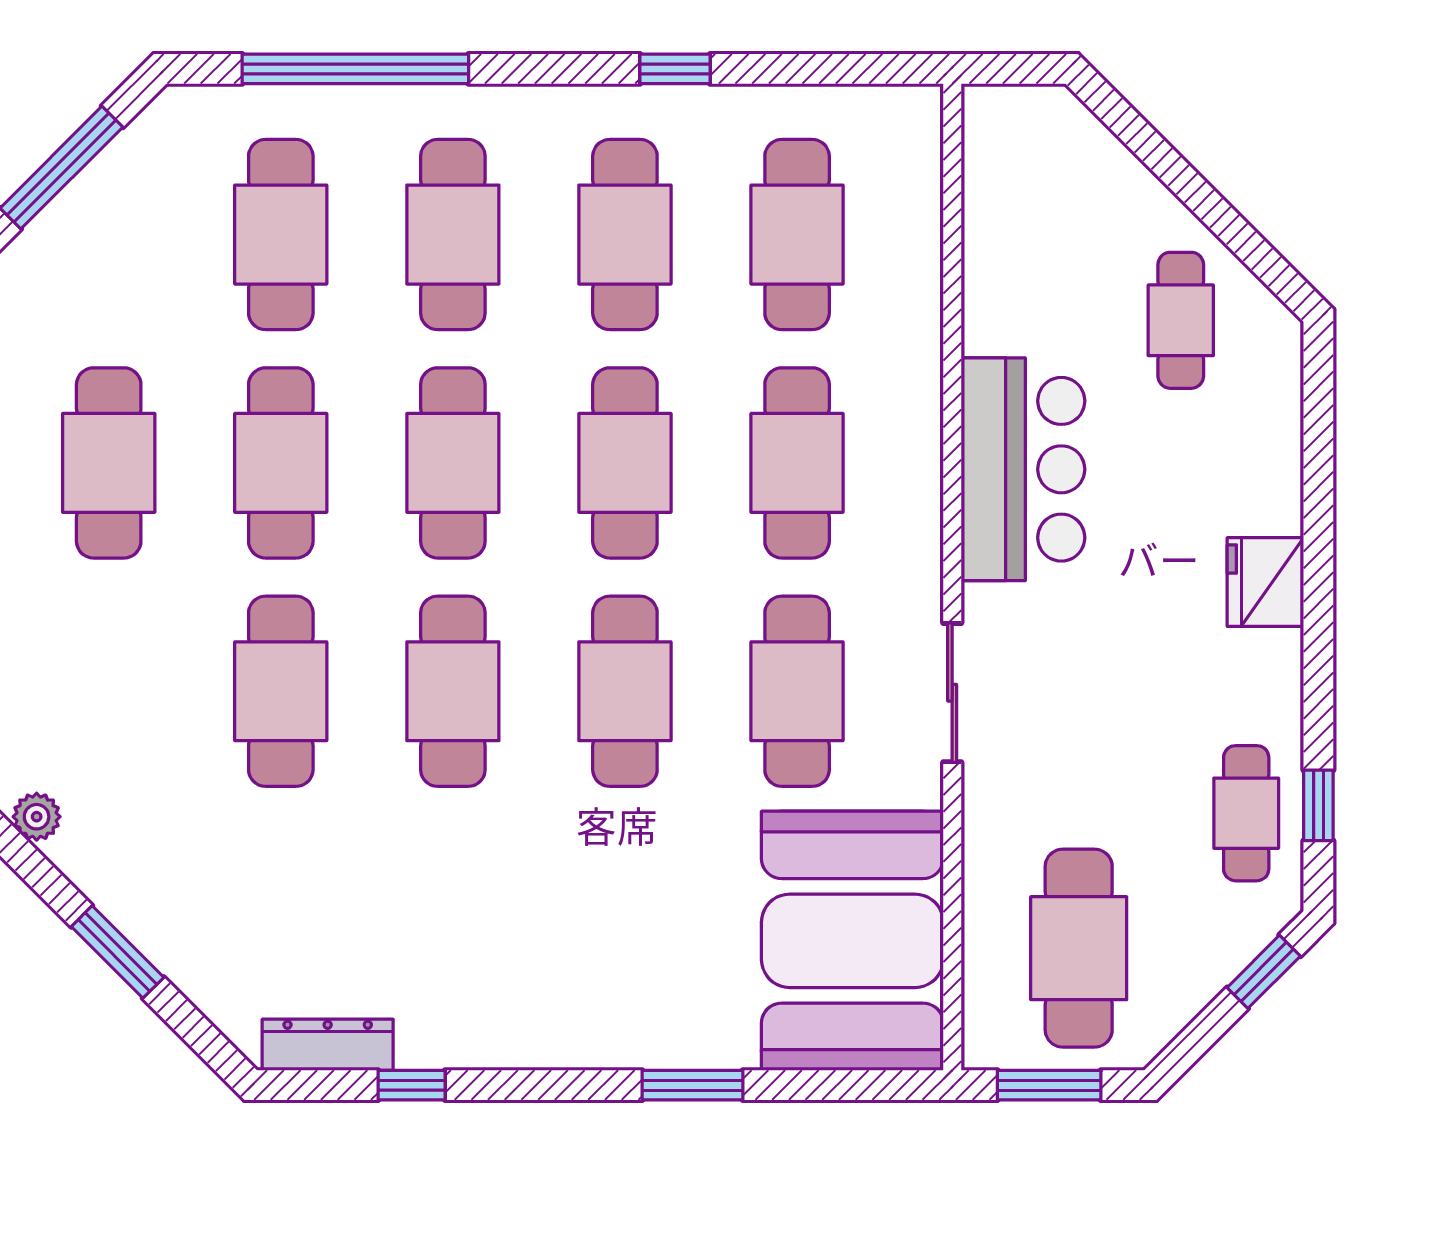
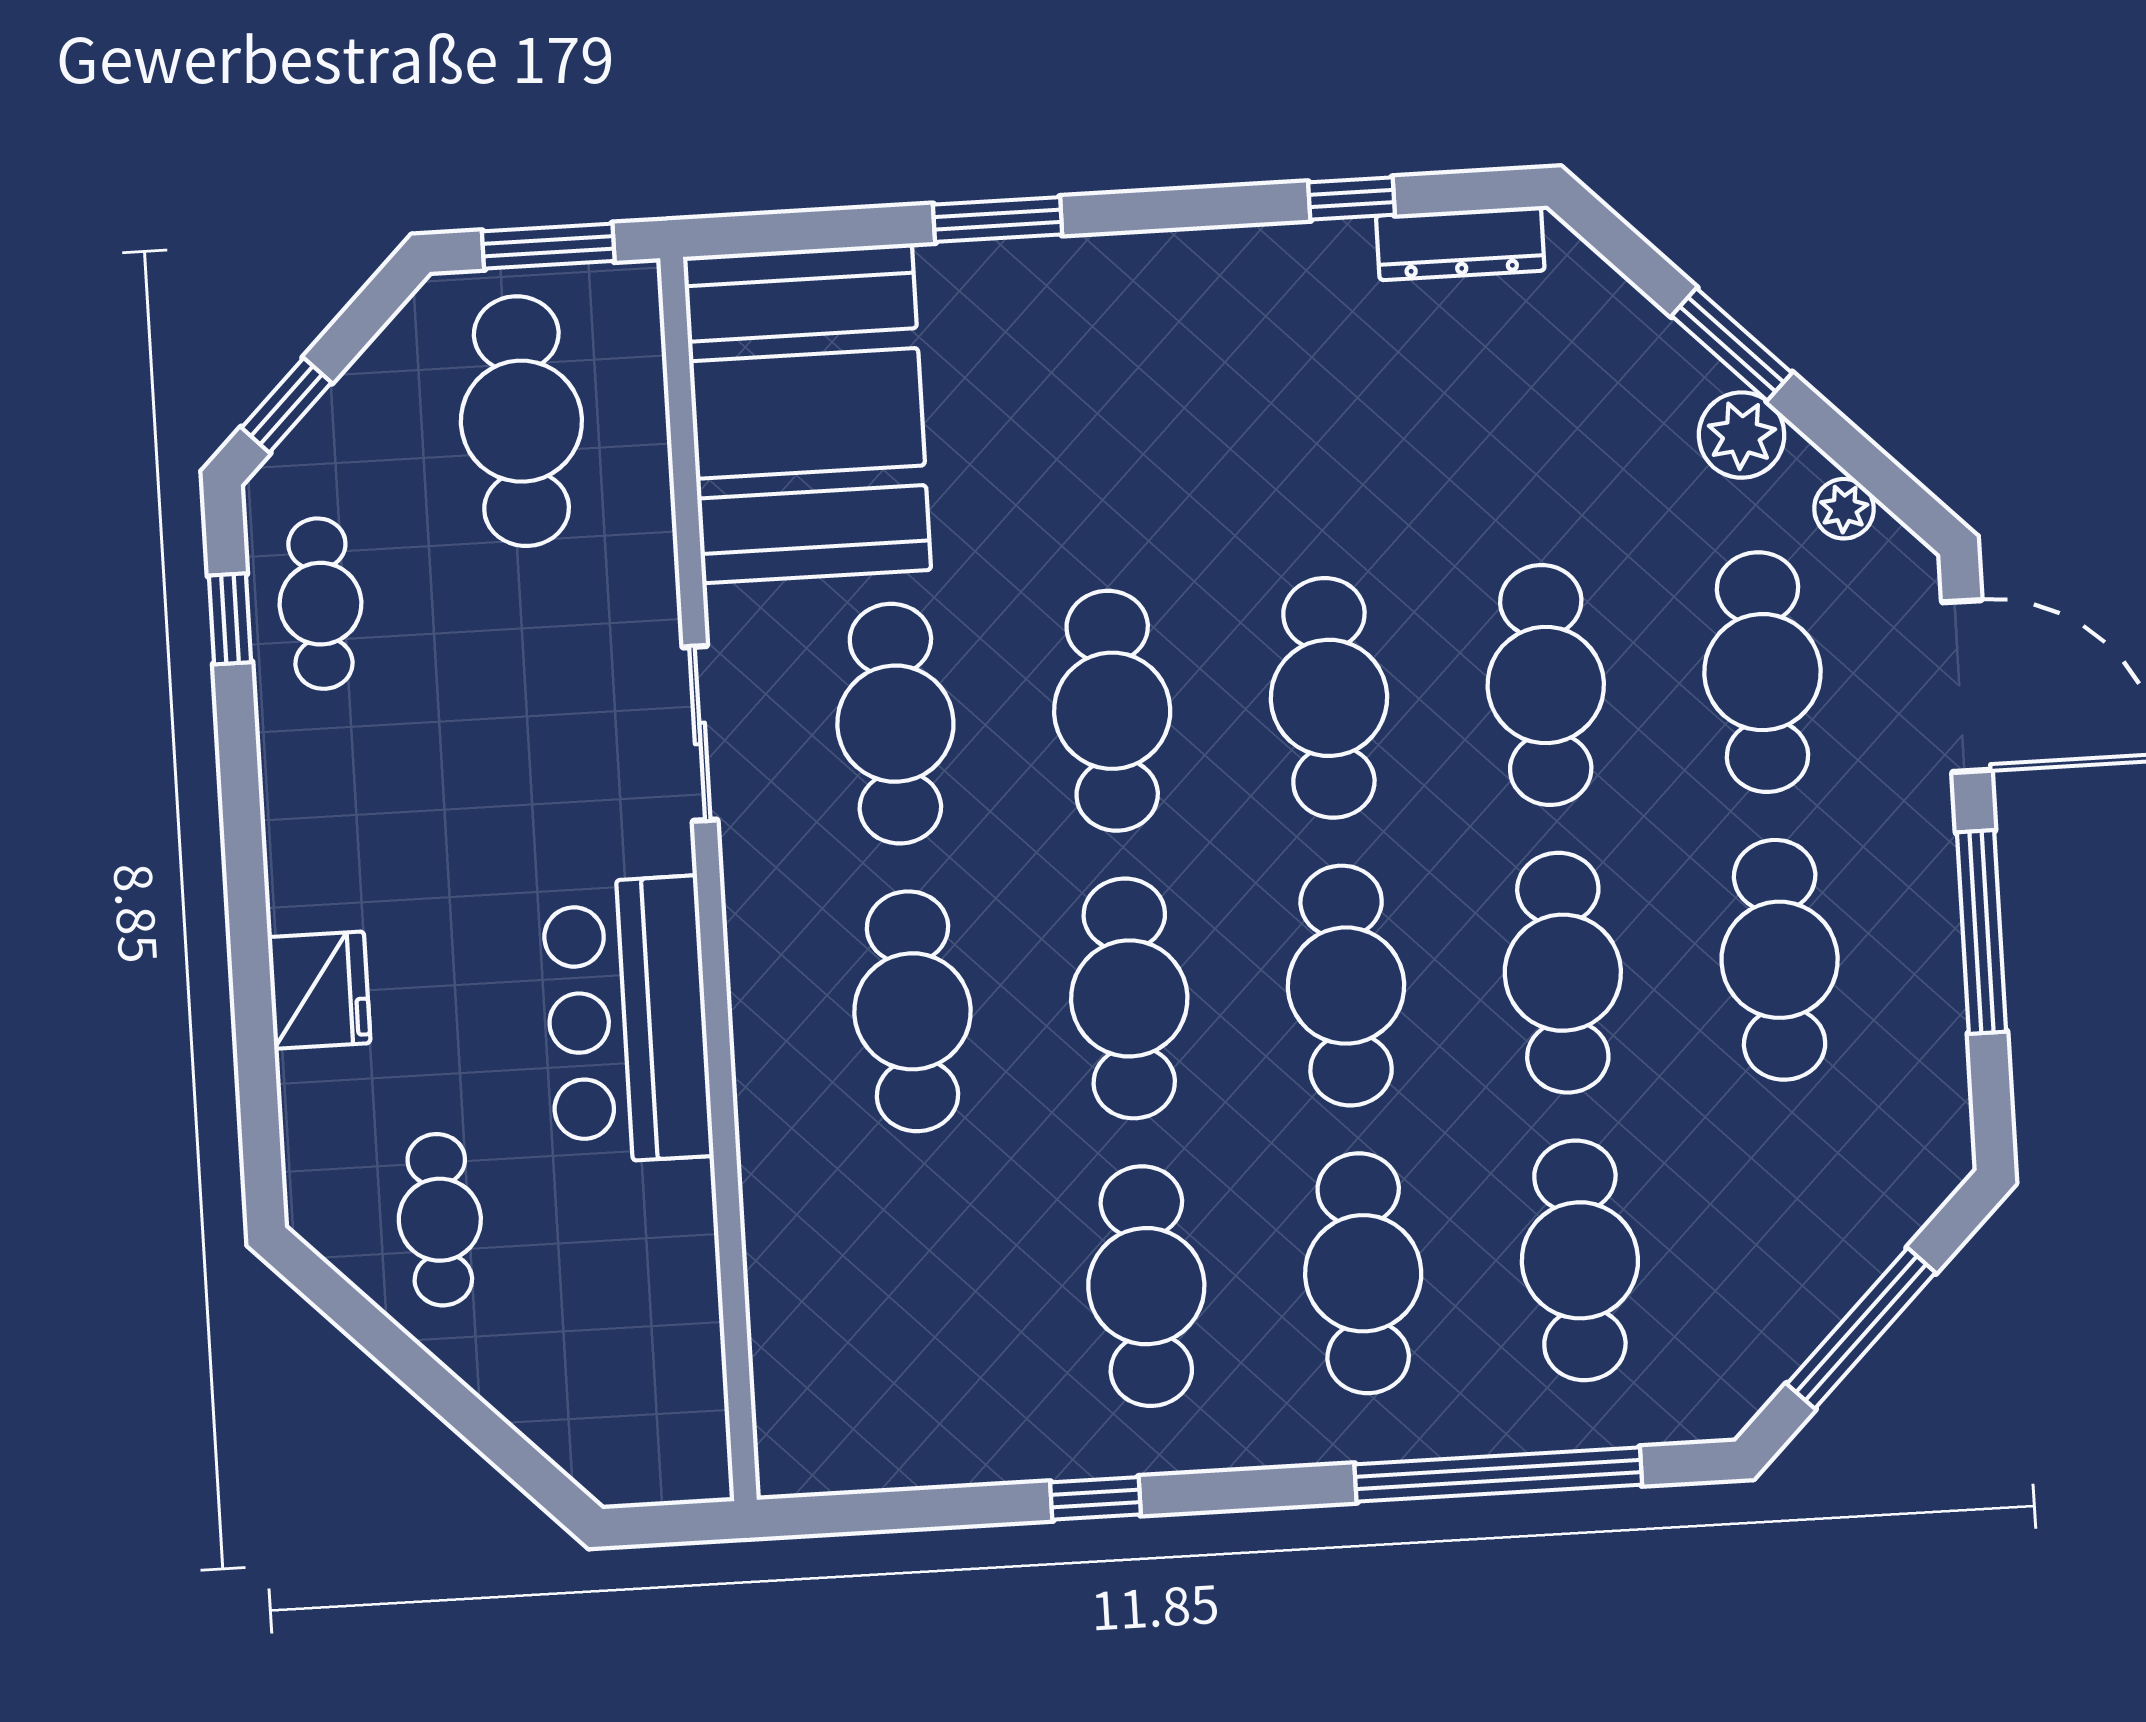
cafe table: (797, 235) -> (1763, 672), moved
fridge: (1265, 582) -> (319, 990), moved
plant: (114, 880) -> (1742, 435), added

